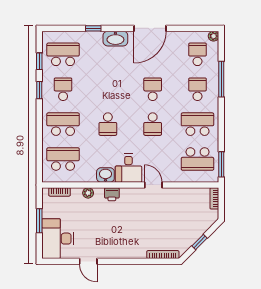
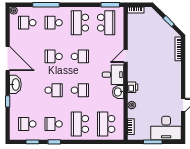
school desk: (63, 54) -> (27, 124), width x0.54
school desk: (108, 89) -> (54, 90), added

